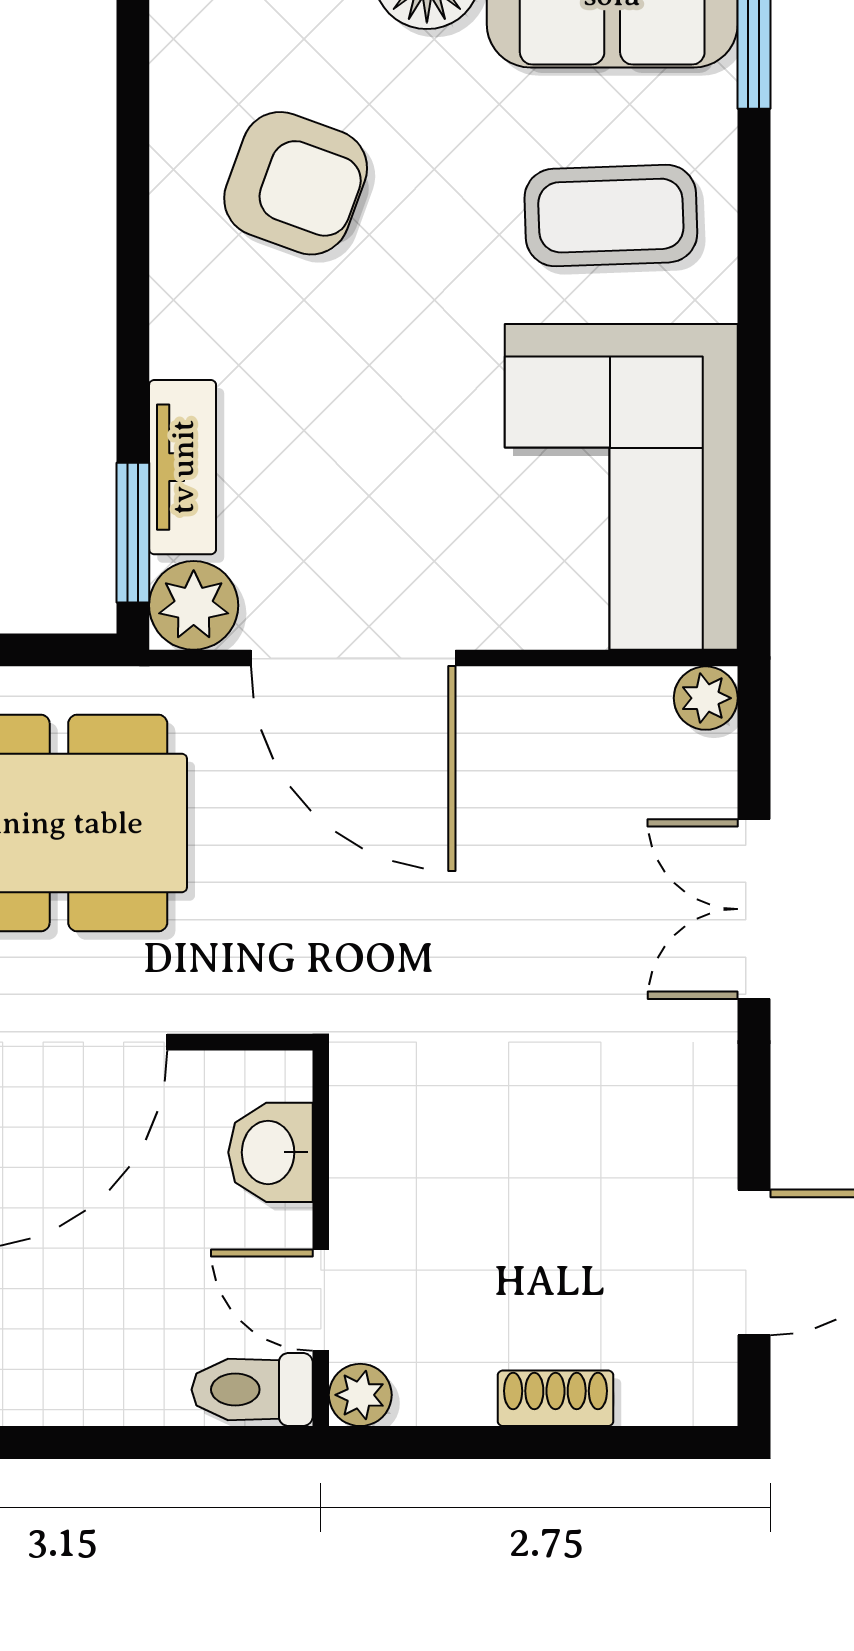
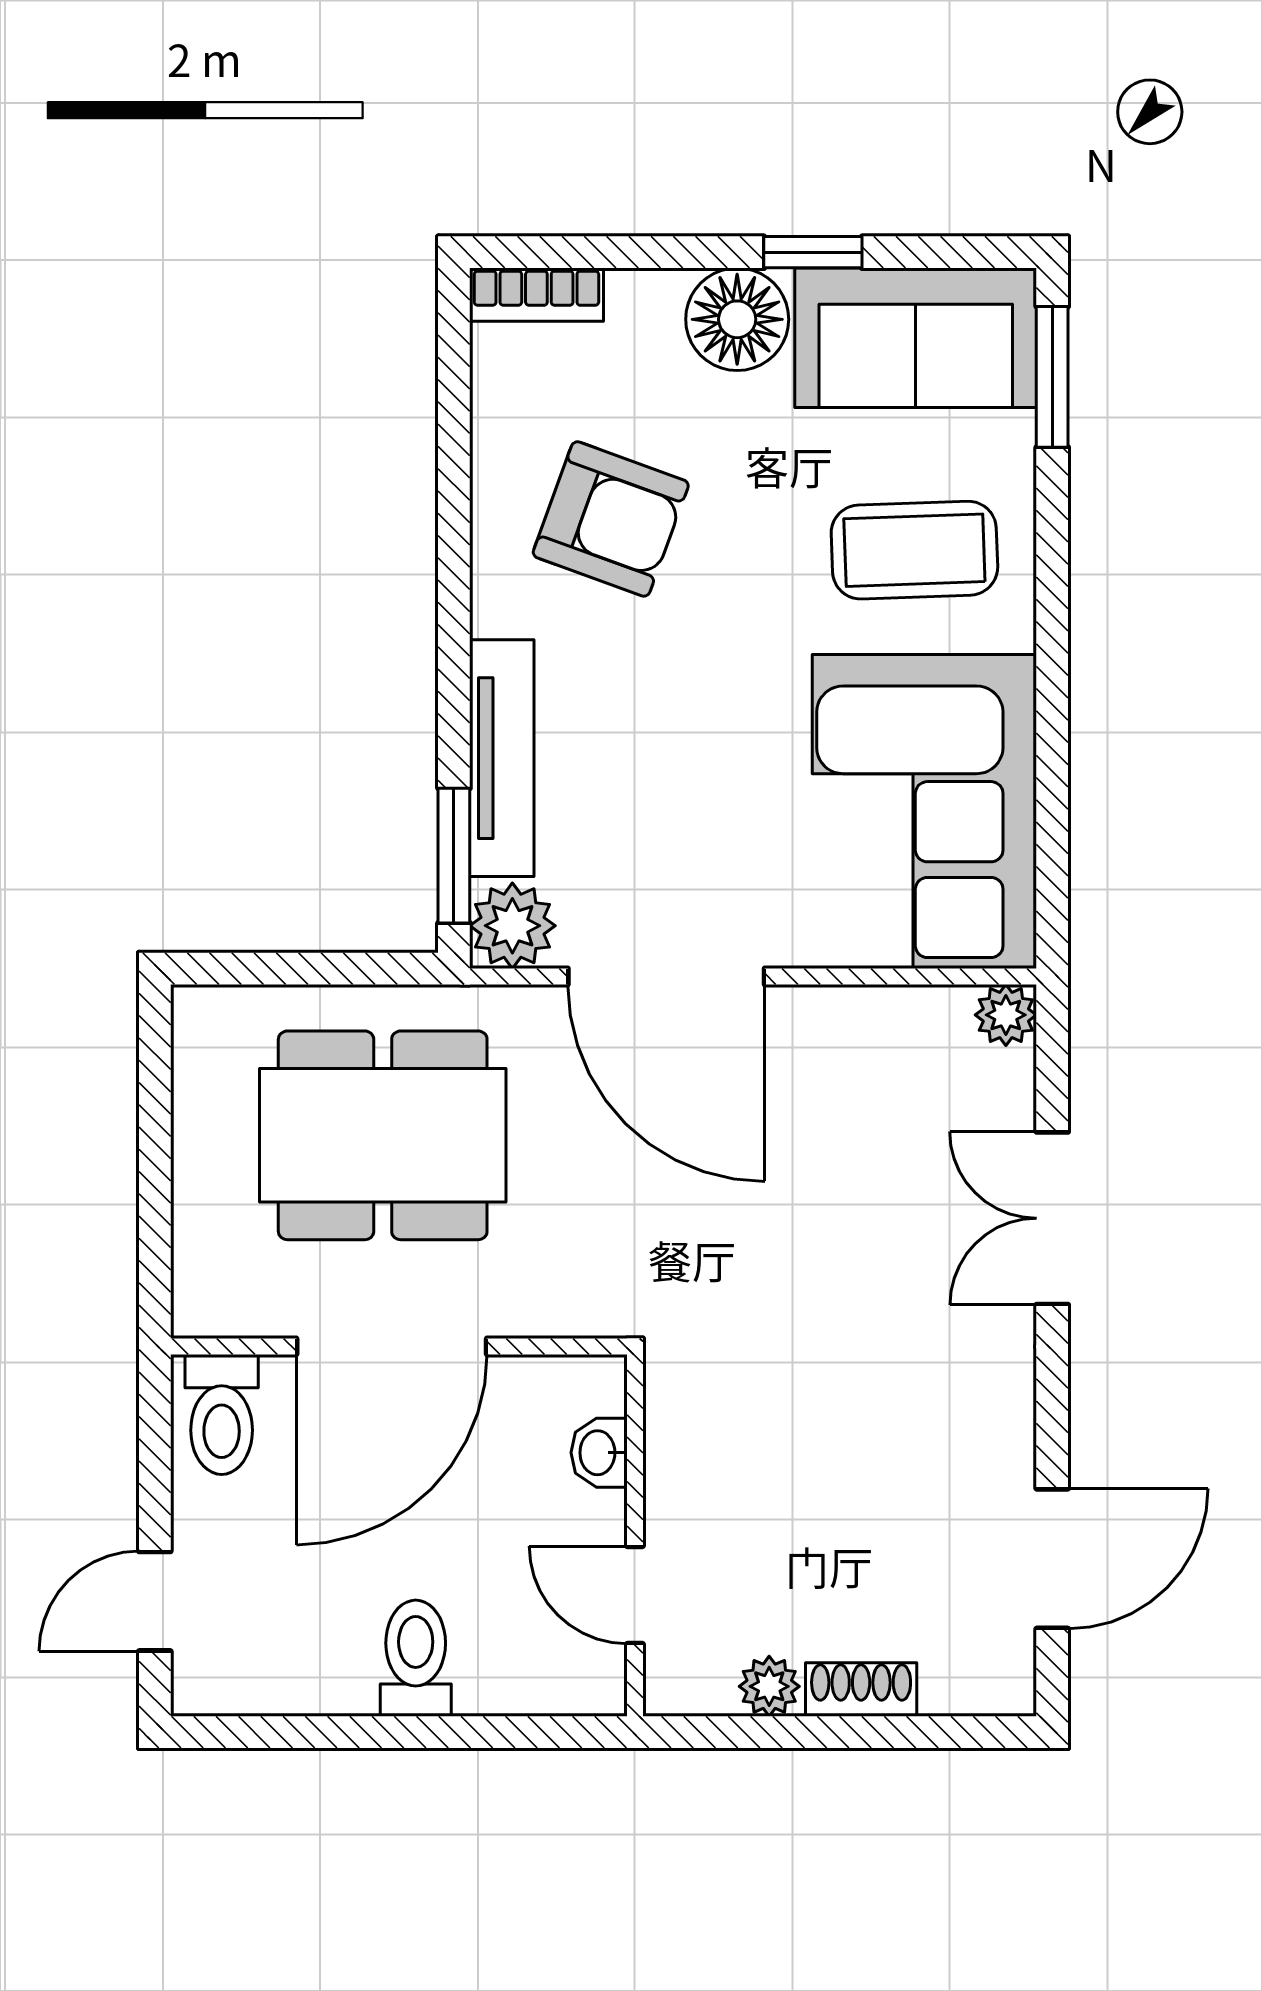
tv unit: (183, 467) -> (502, 758), width x1.41
washbasin: (271, 1152) -> (599, 1453), width x0.72, depth x0.69
toilet: (252, 1390) -> (416, 1658), moved, turned 90
plant: (360, 1395) -> (769, 1686), moved

